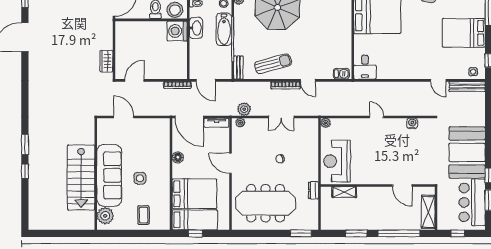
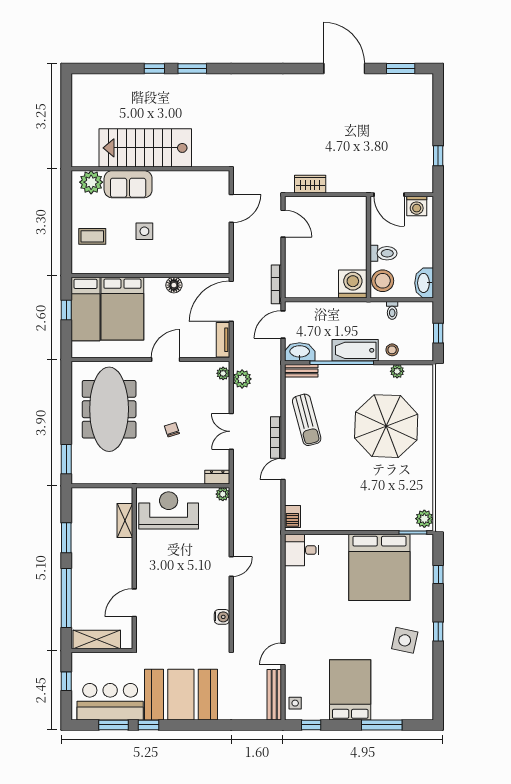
washbasin: (196, 28) -> (300, 352), moved, turned 180
sofa: (109, 175) -> (128, 184), width x0.54, depth x0.79
dresser: (313, 190) -> (217, 477), moved

